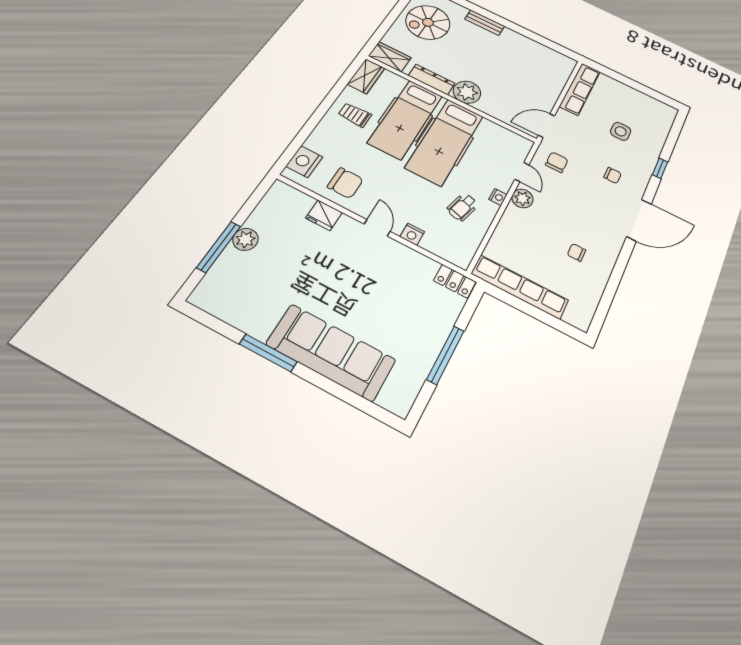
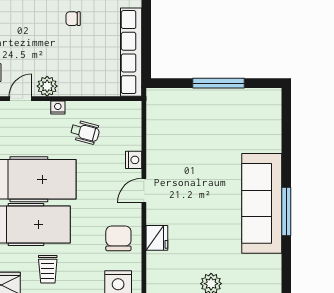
chair: (576, 252) -> (73, 19), turned 90
locker: (455, 281) -> (155, 106), removed
sofa: (331, 352) -> (262, 203), moved

